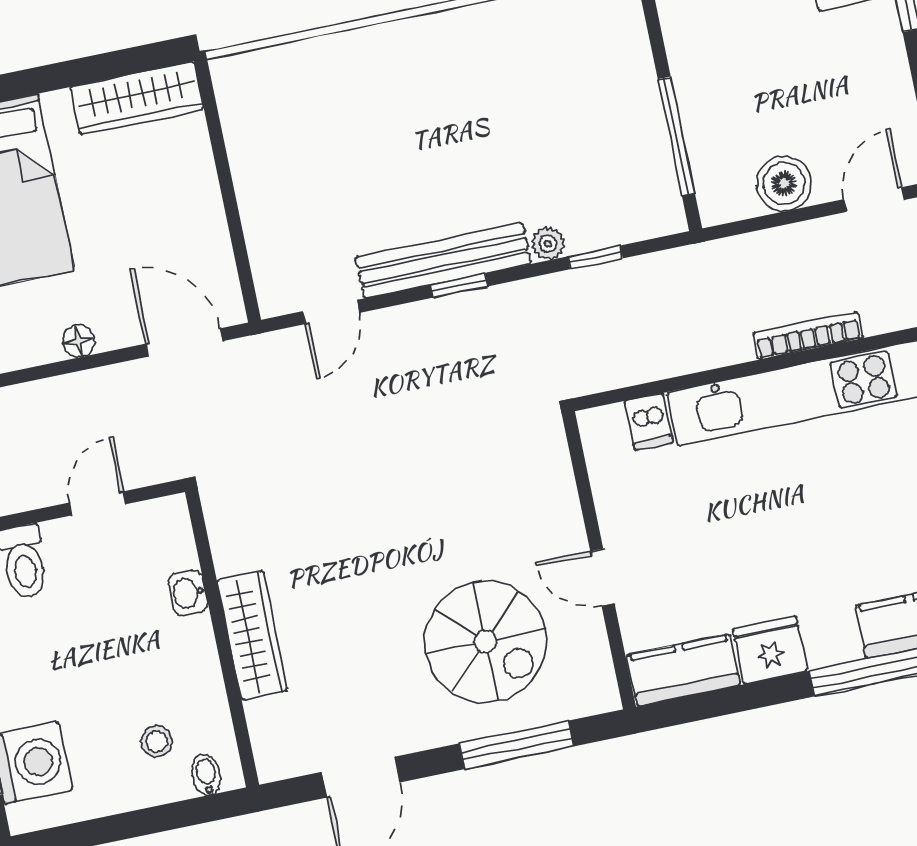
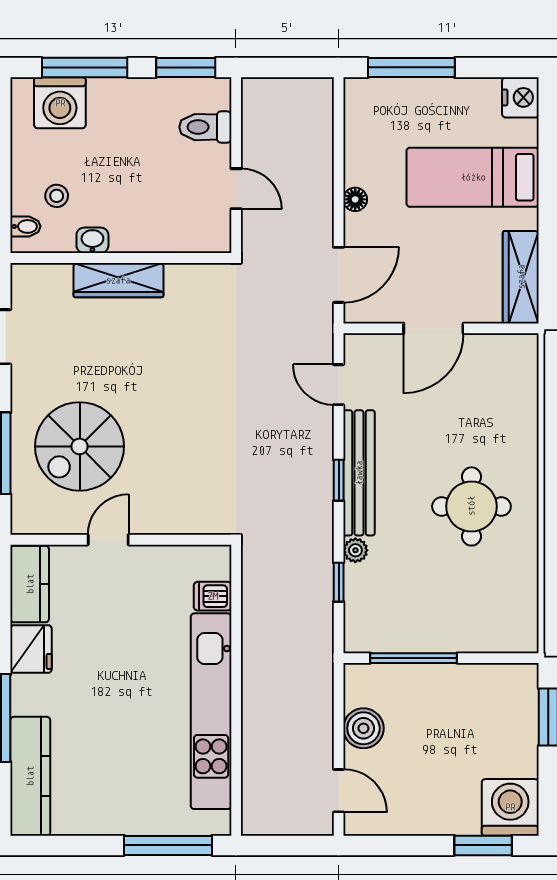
round table: (457, 100) -> (471, 506), added
door: (230, 201) -> (433, 328), added
bookcase: (808, 336) -> (251, 723), removed
washbasin: (188, 593) -> (92, 240), moved

